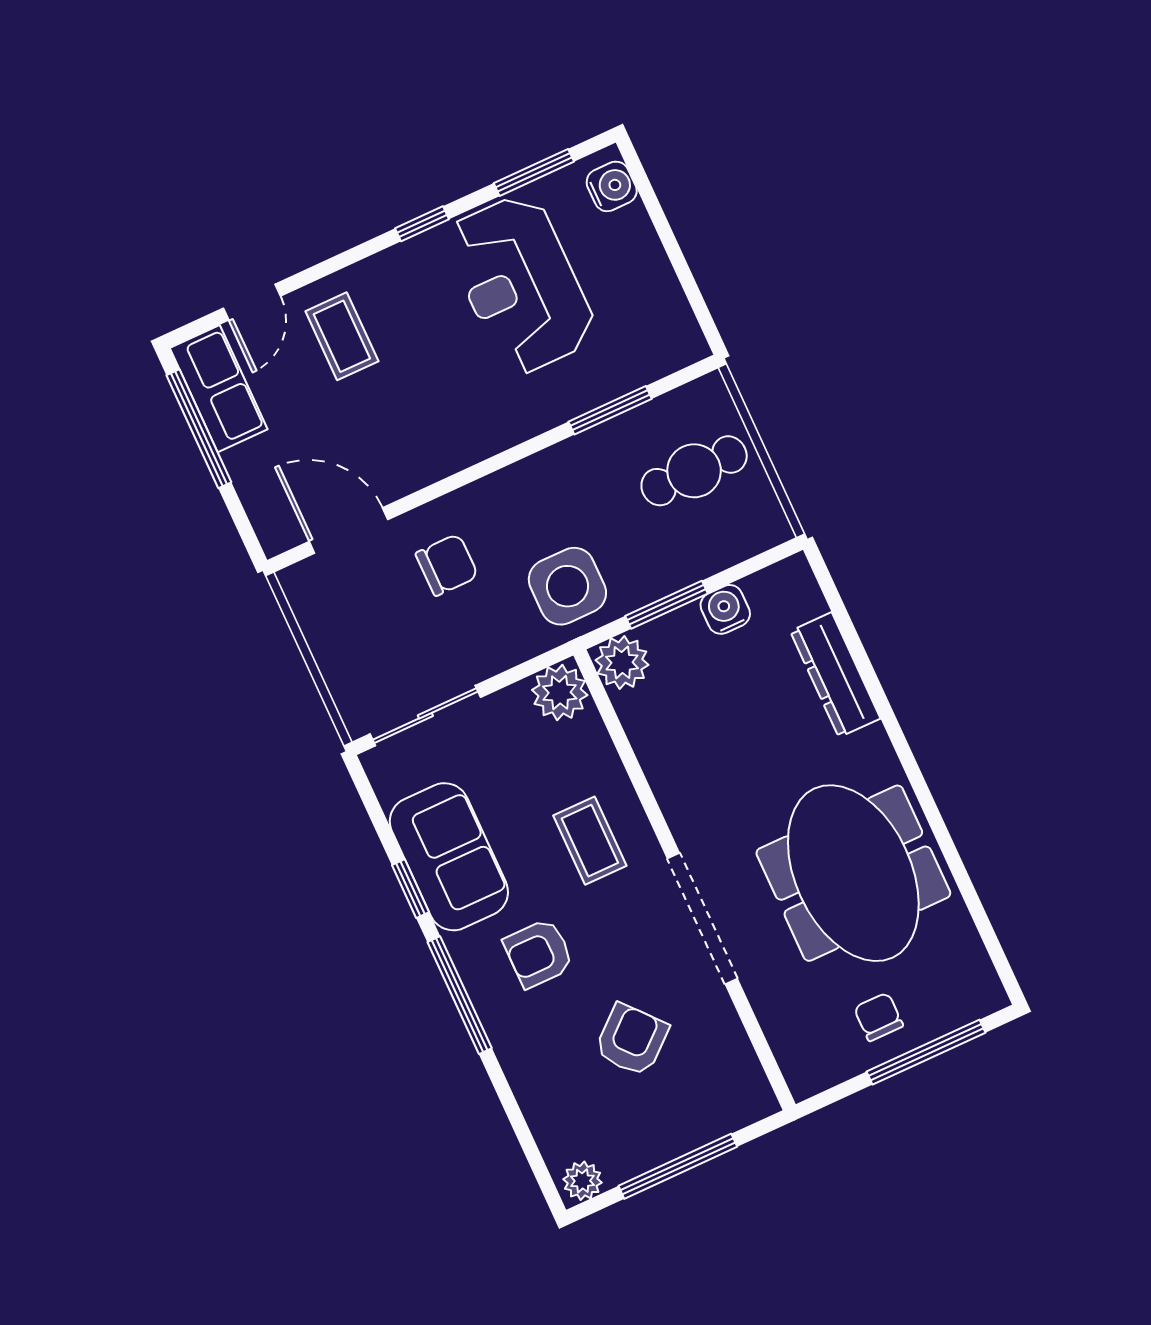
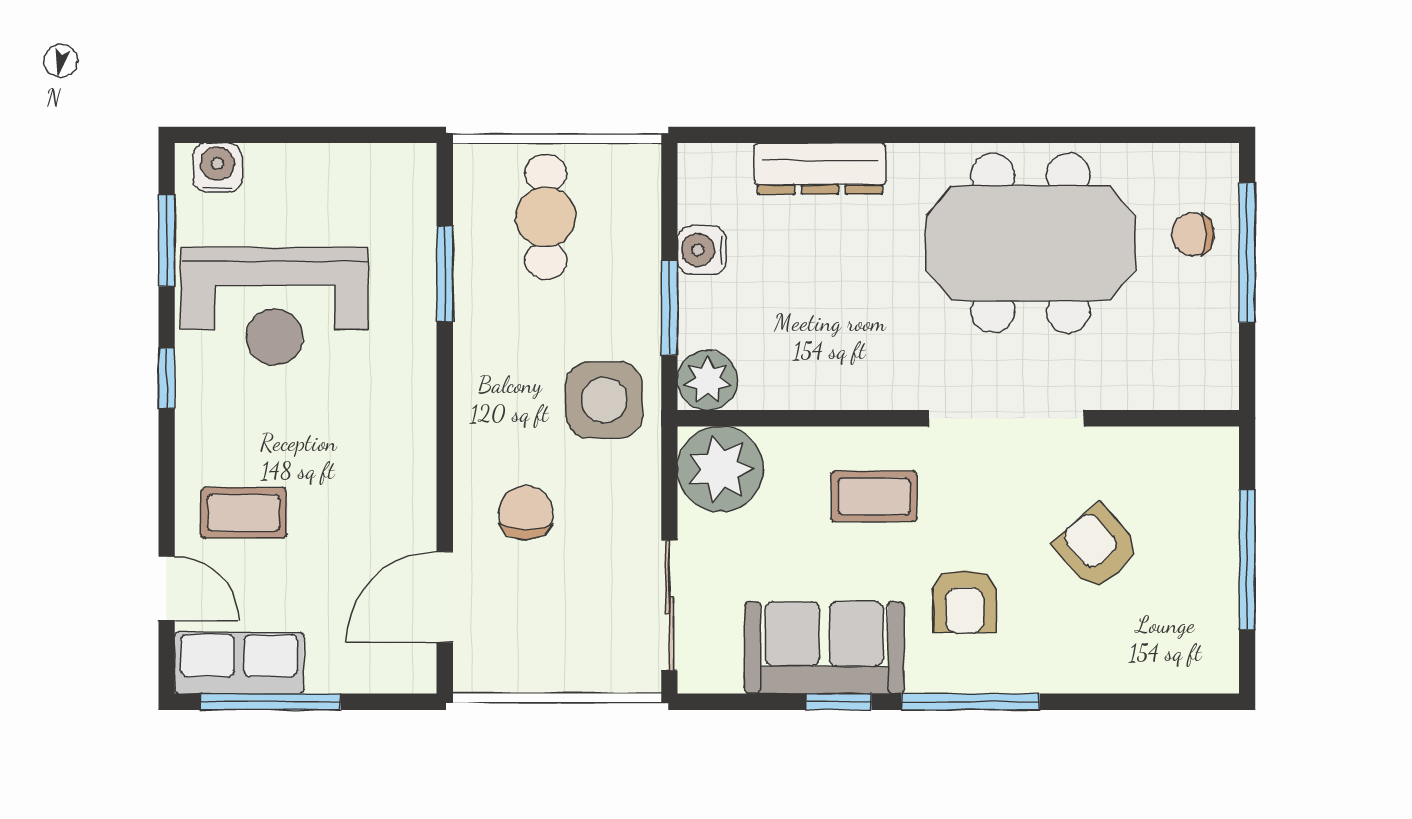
plant: (560, 693) -> (720, 469), width x1.36, depth x1.36
chair: (878, 1017) -> (1193, 234), moved
plant: (582, 1181) -> (1217, 663), removed

